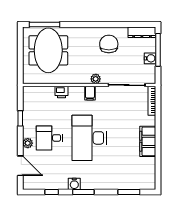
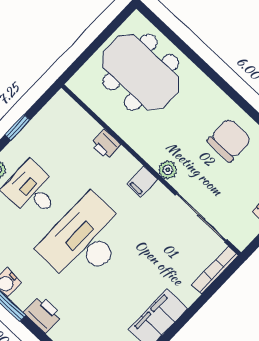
window: (45, 24) -> (168, 33), removed
meeting table: (48, 50) -> (141, 72), turned 90
printer: (100, 183) -> (43, 314), added

